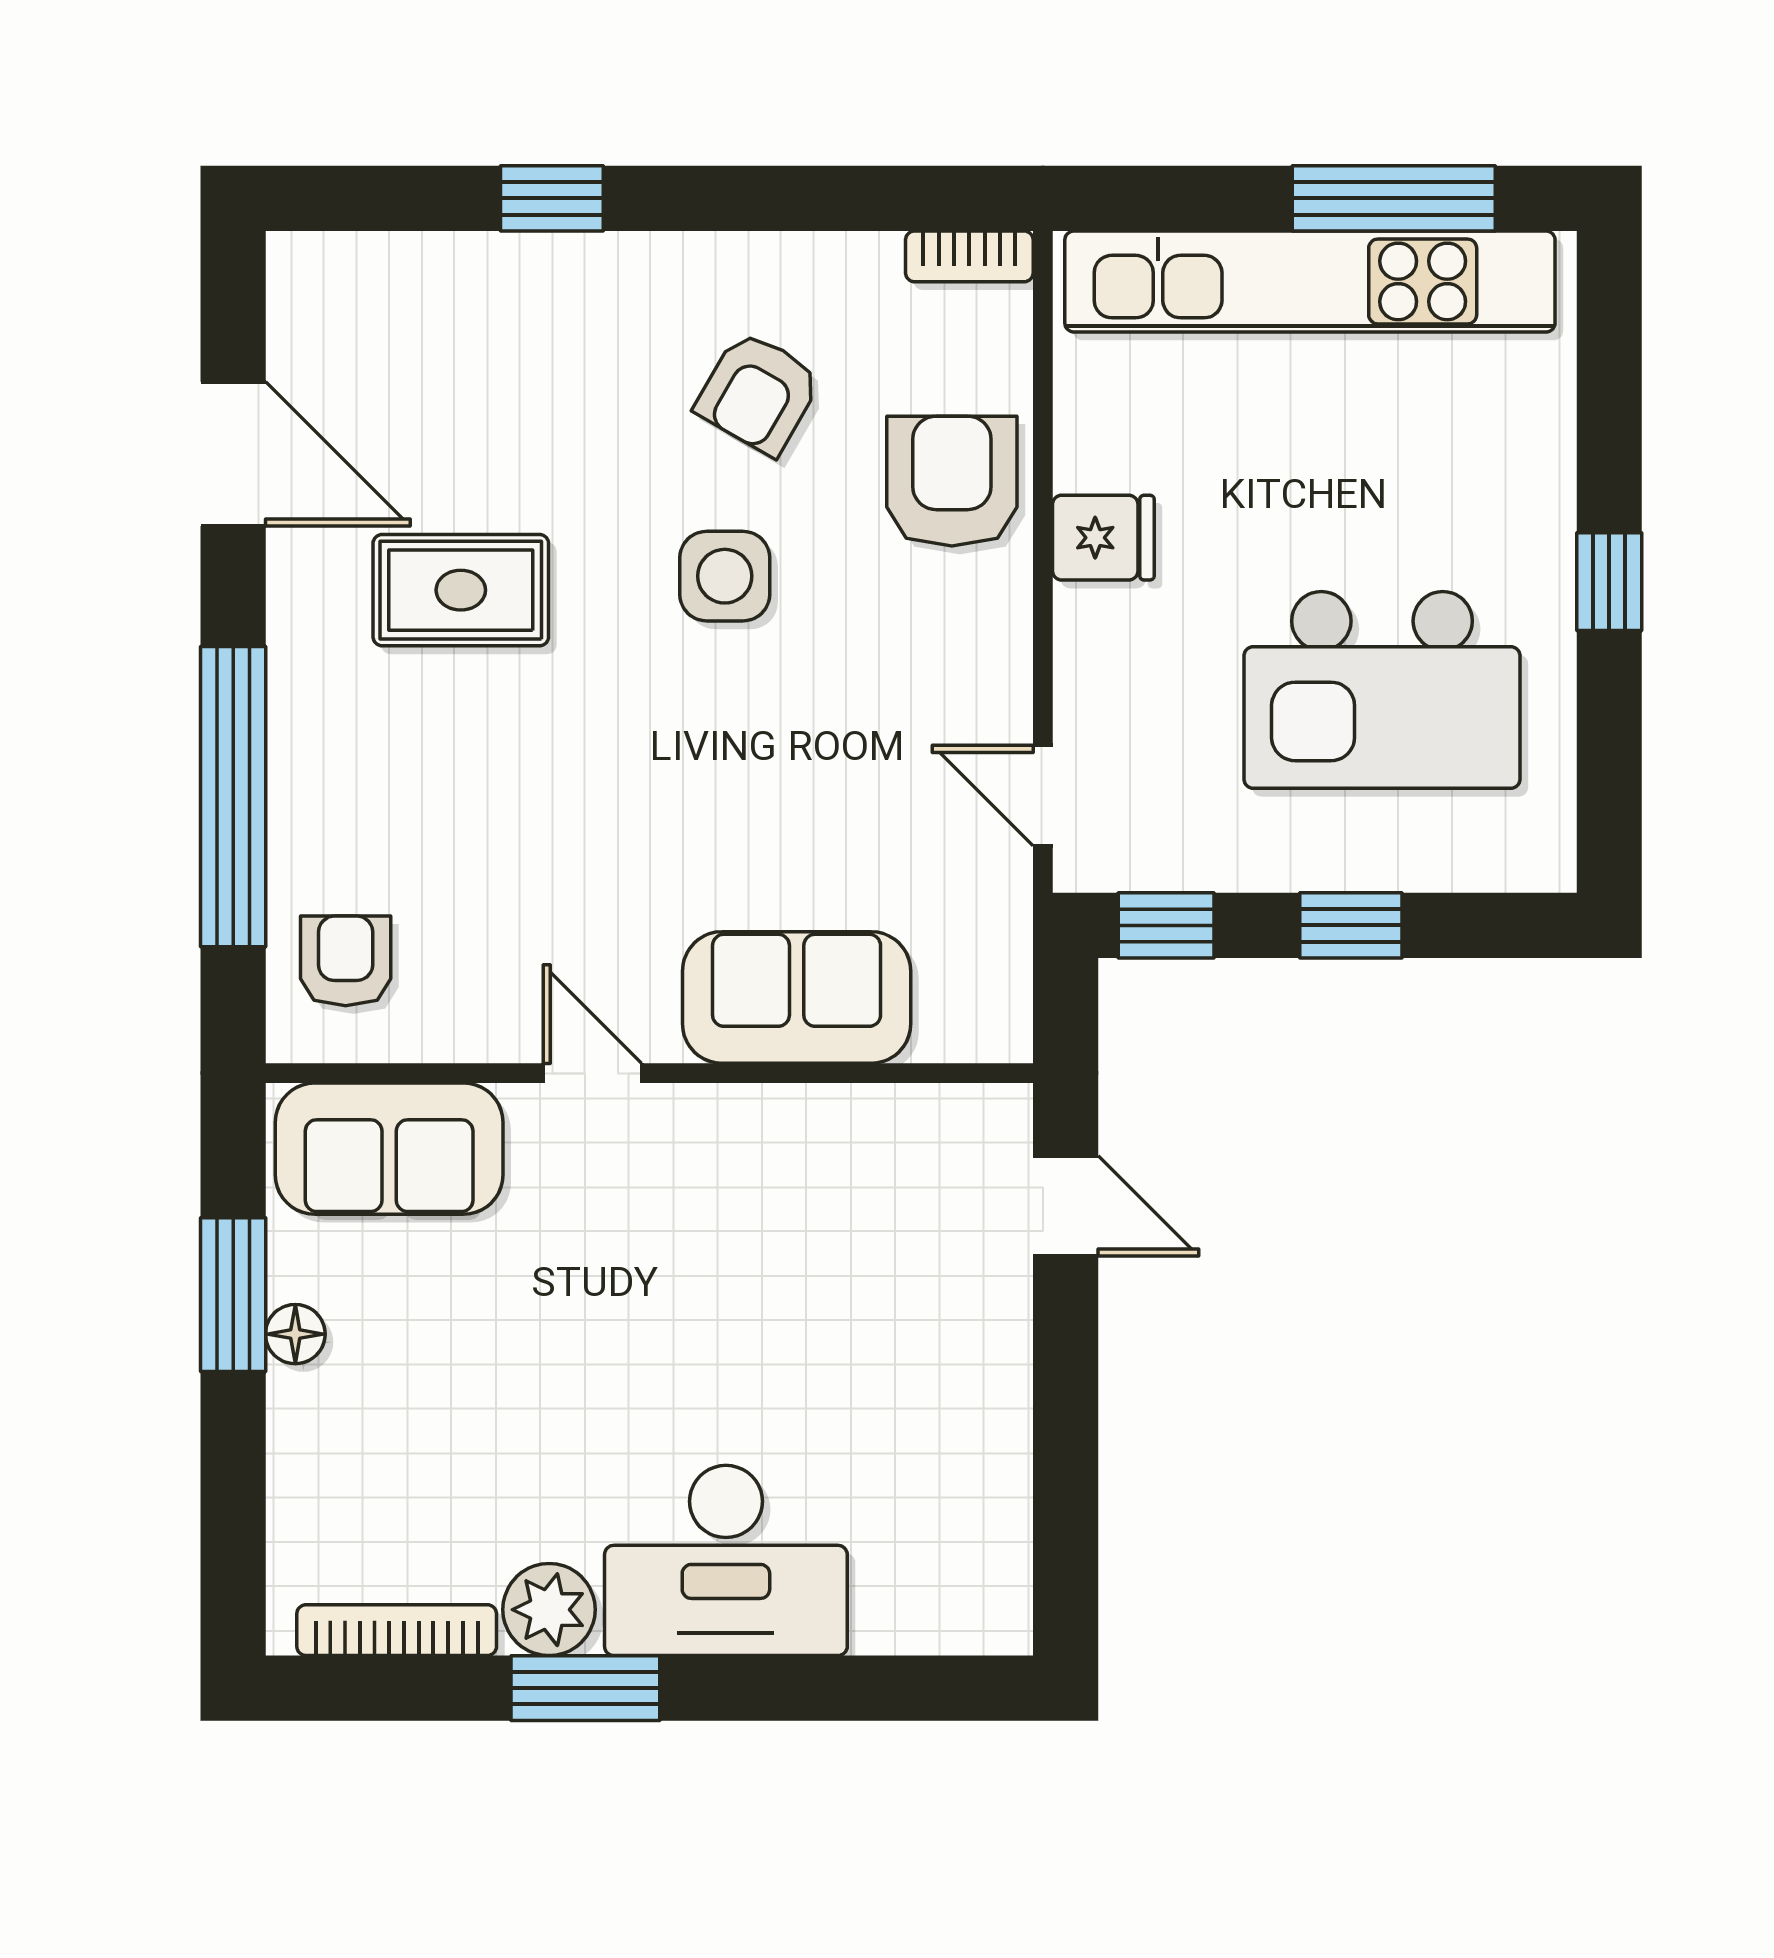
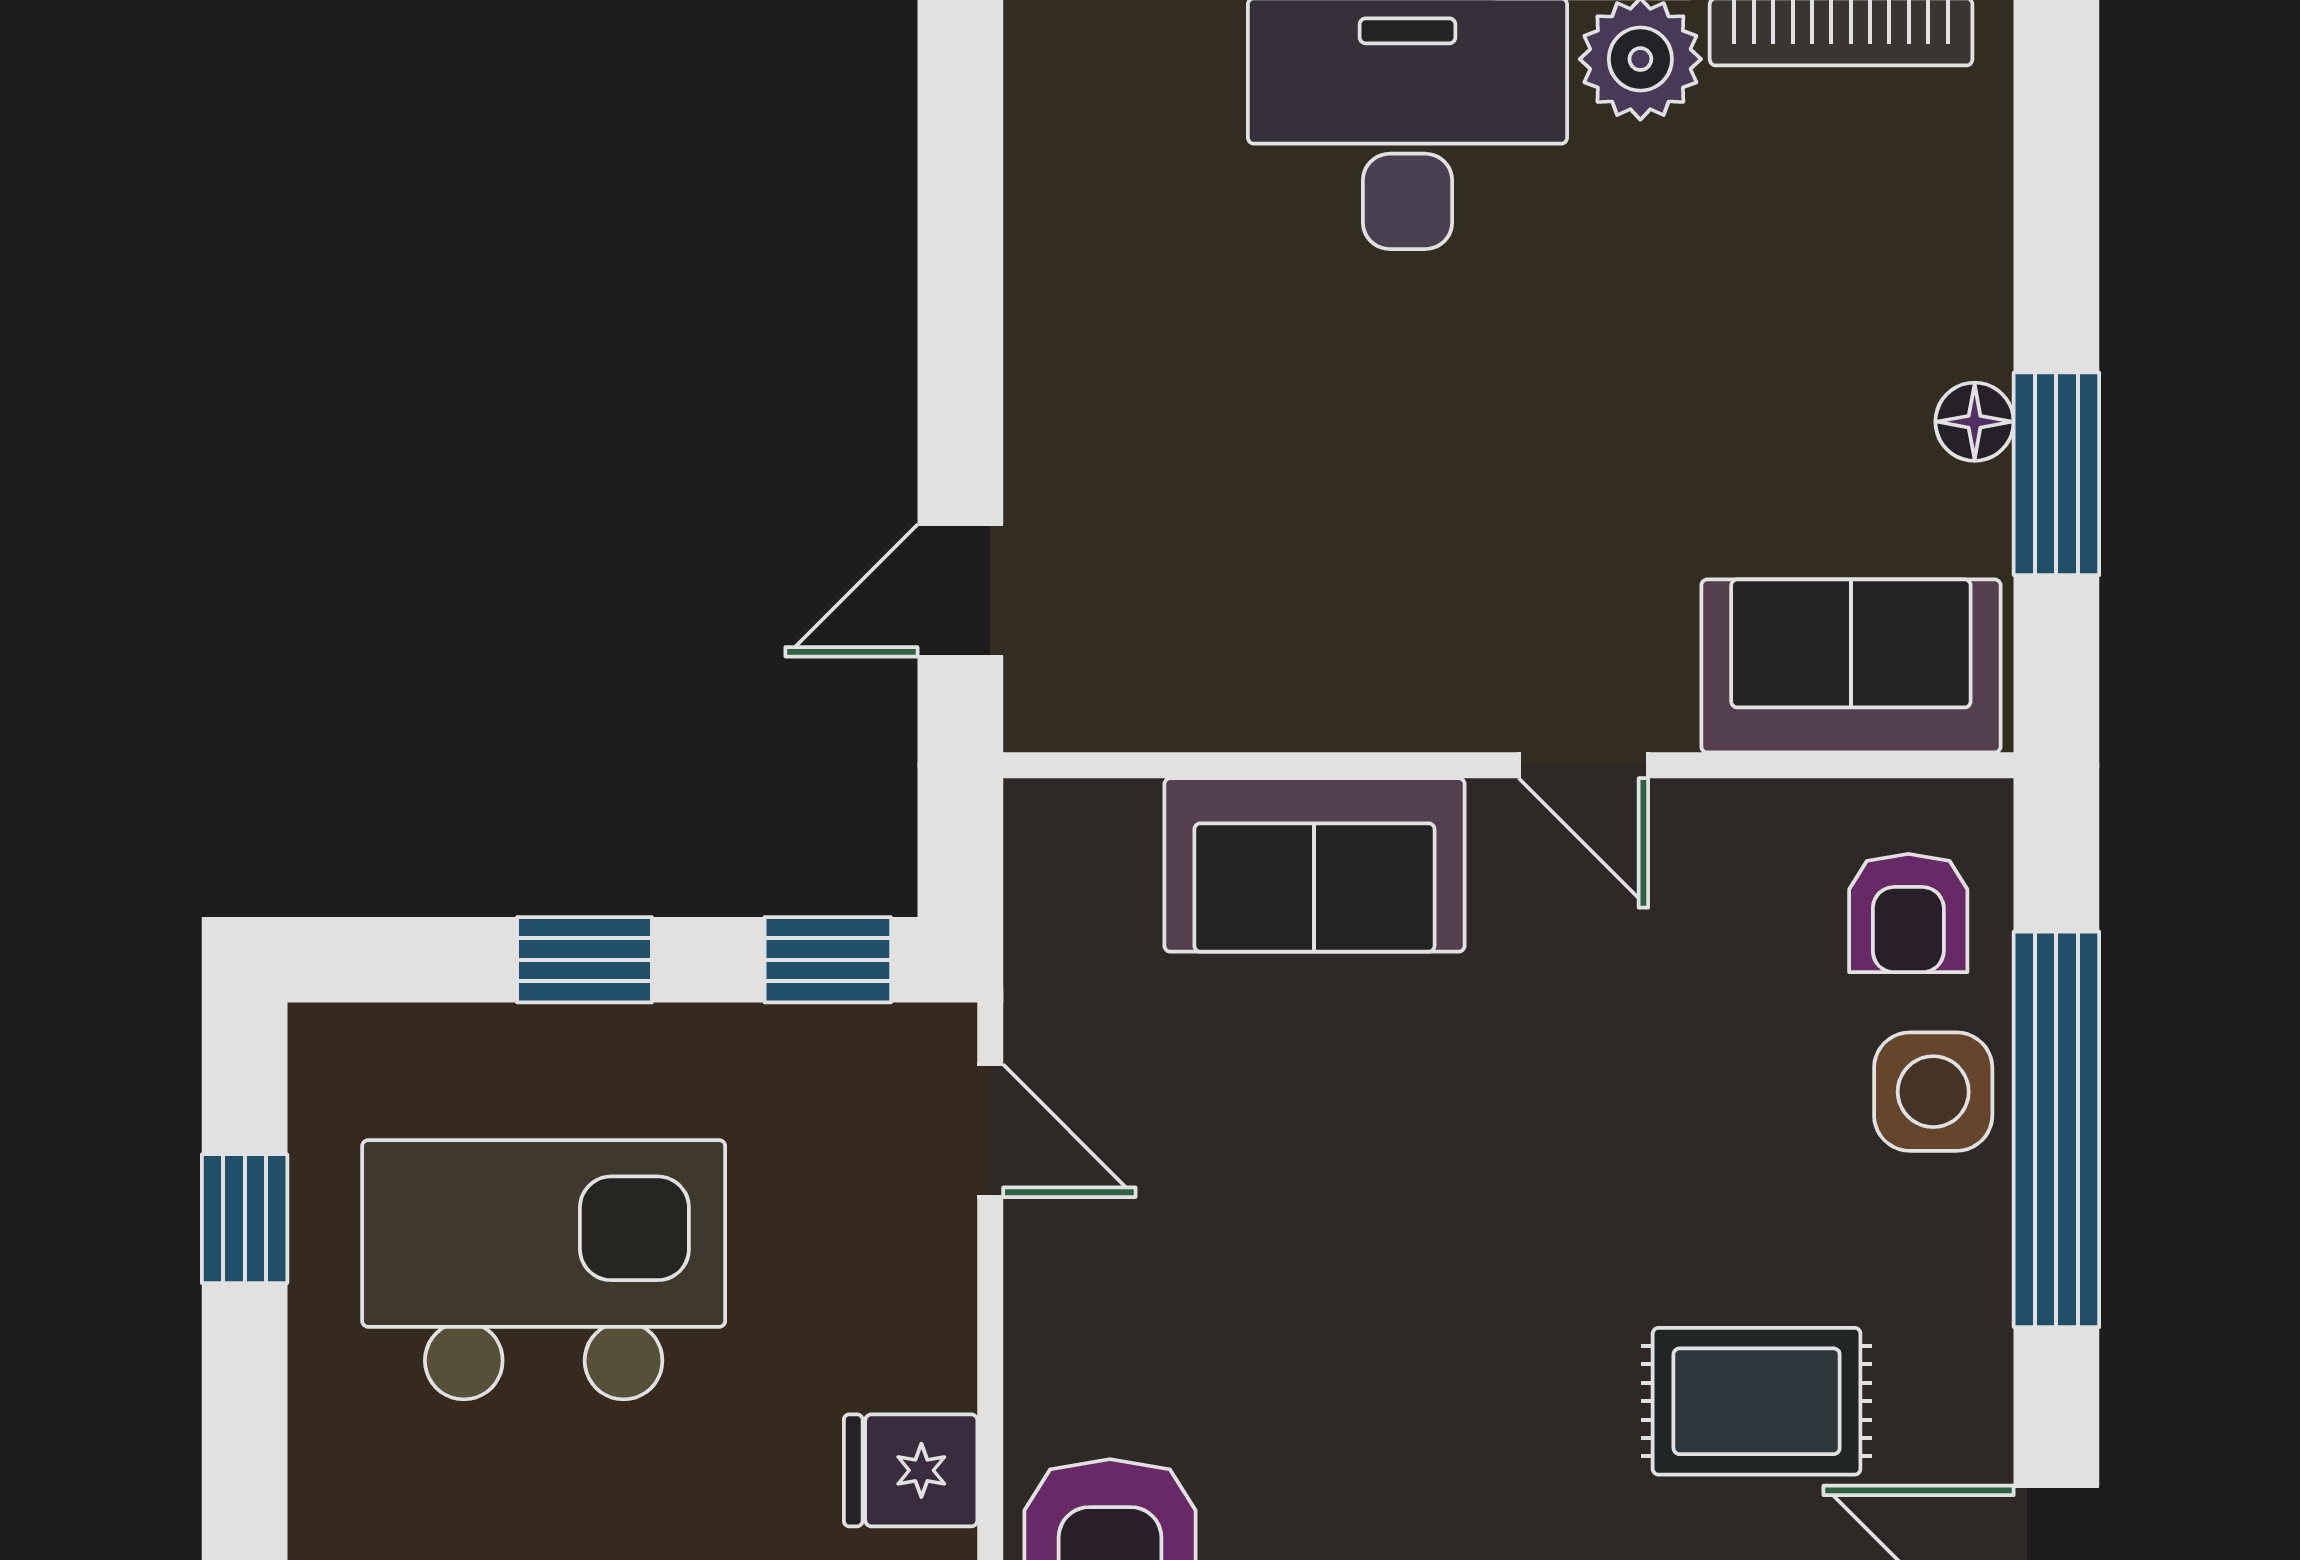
side table: (725, 576) -> (1933, 1092), moved
window: (1609, 582) -> (245, 1219), moved
door: (1066, 1206) -> (960, 590), hinge flipped

